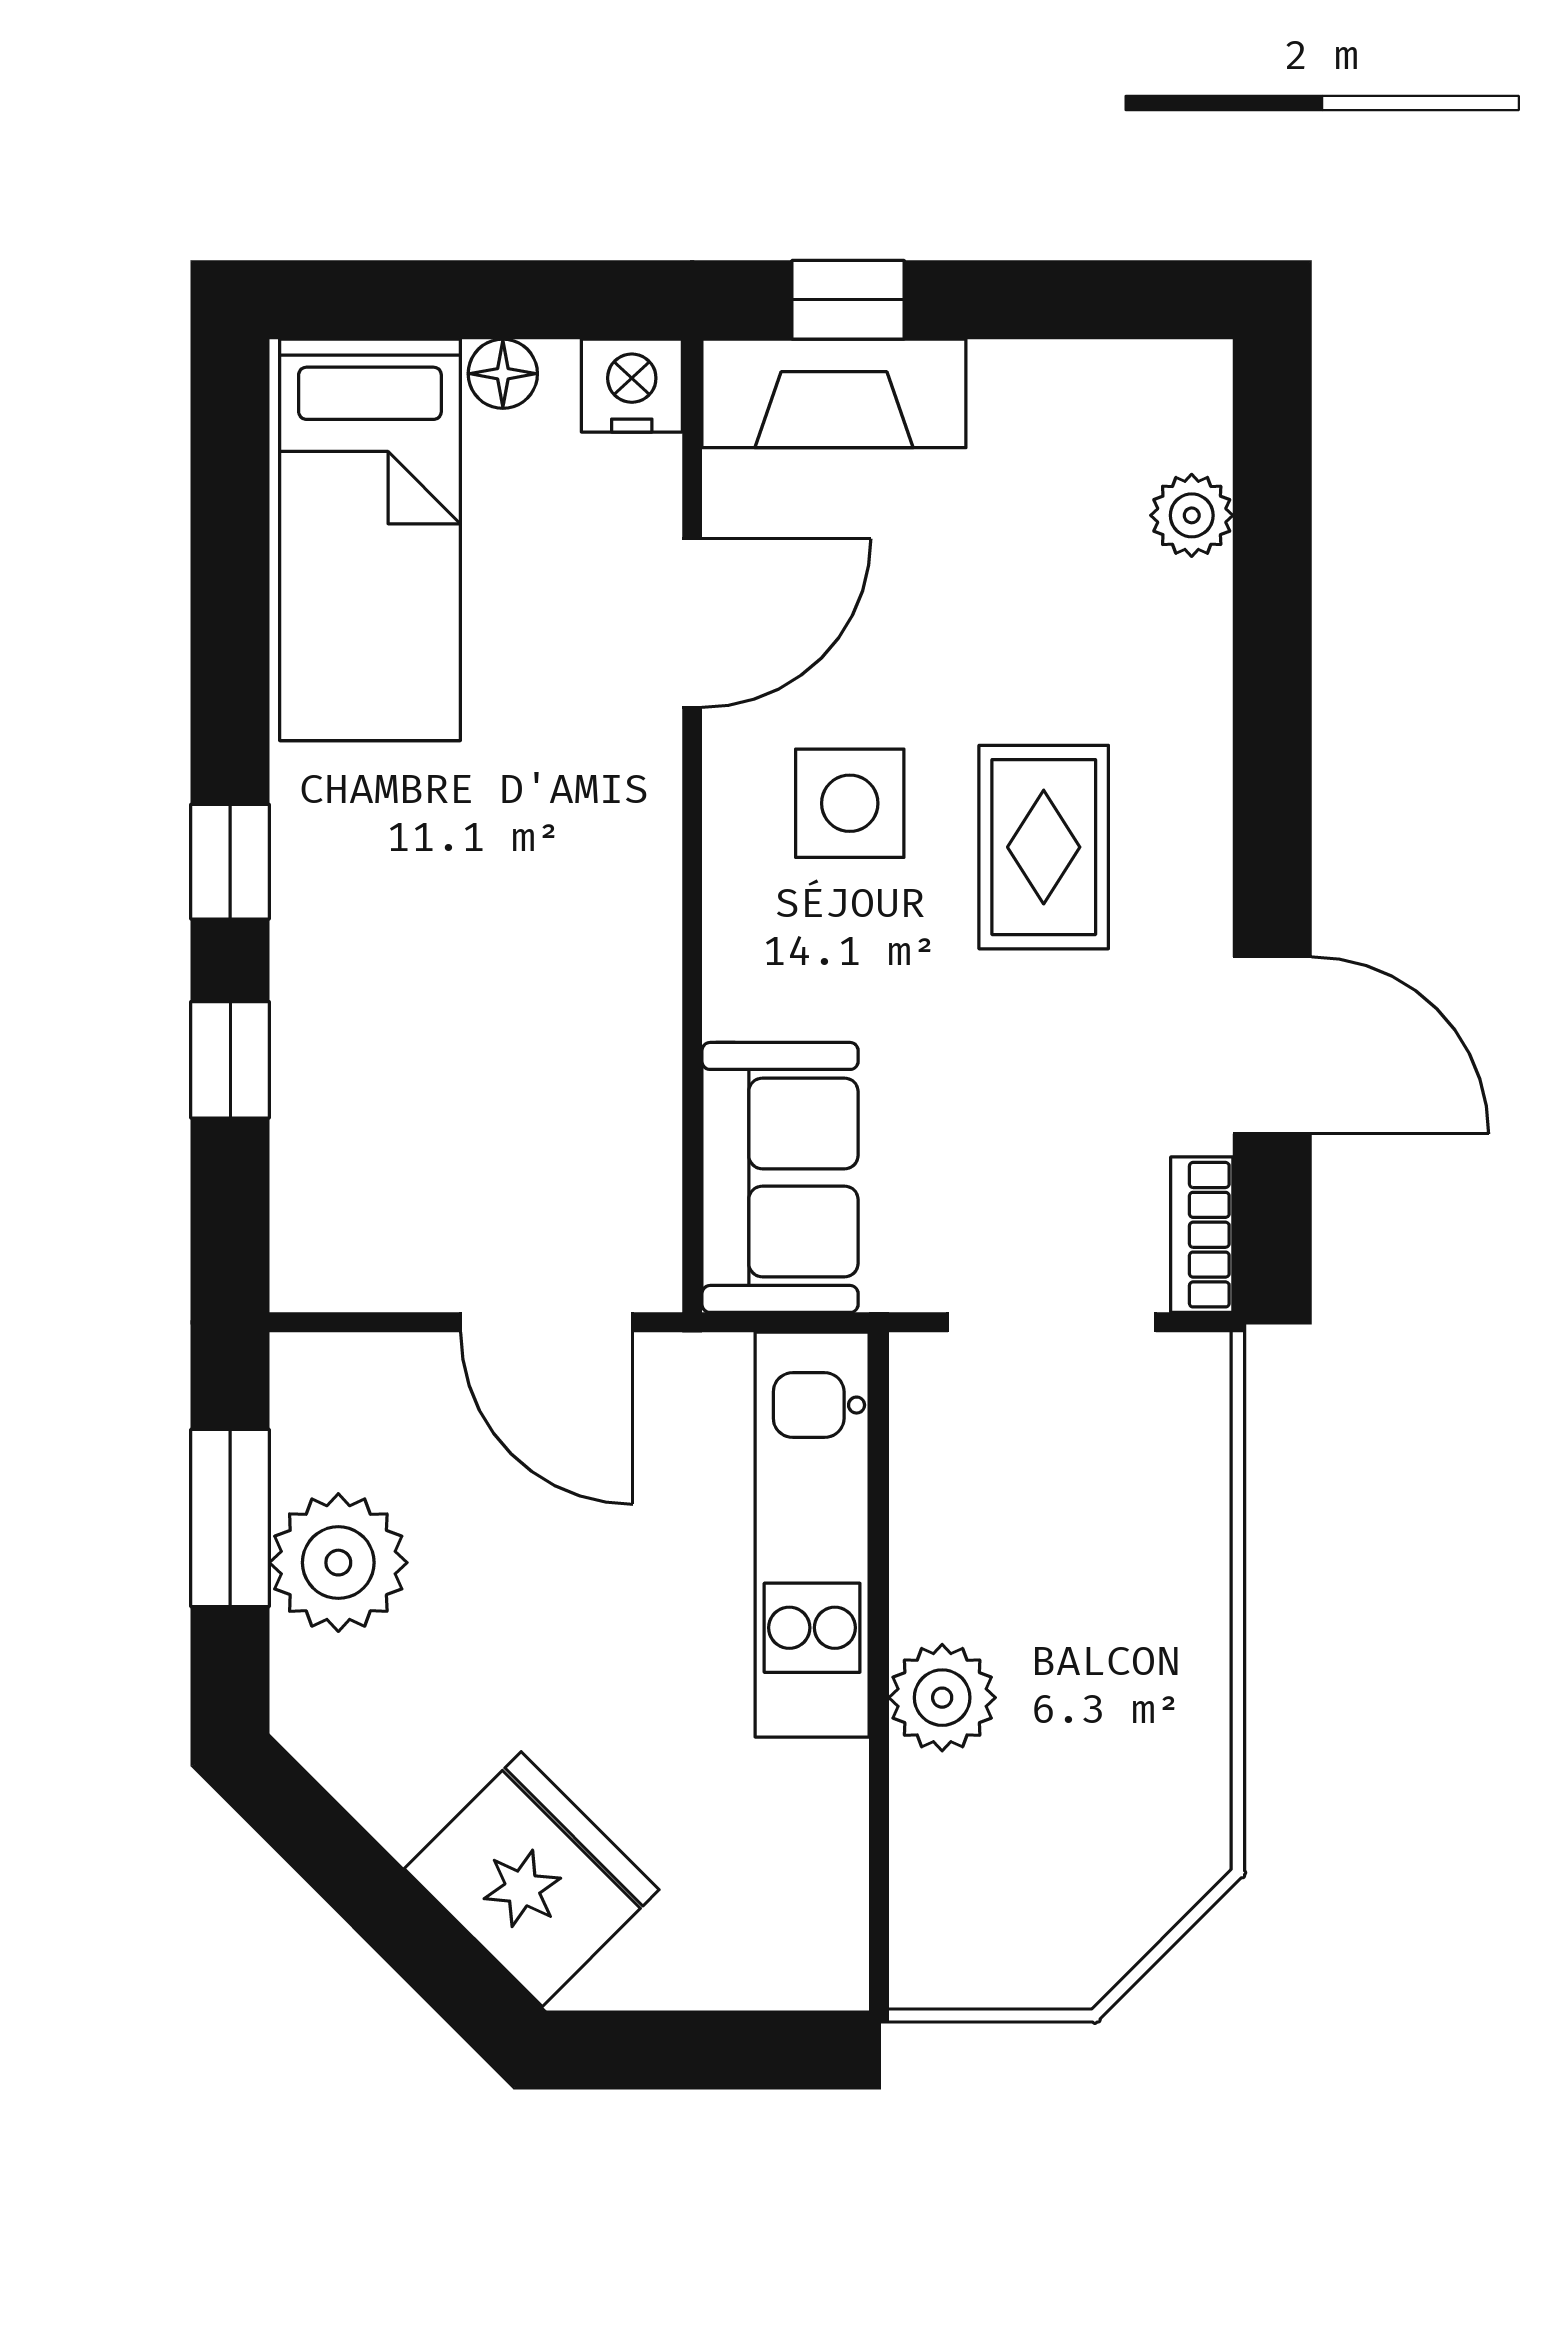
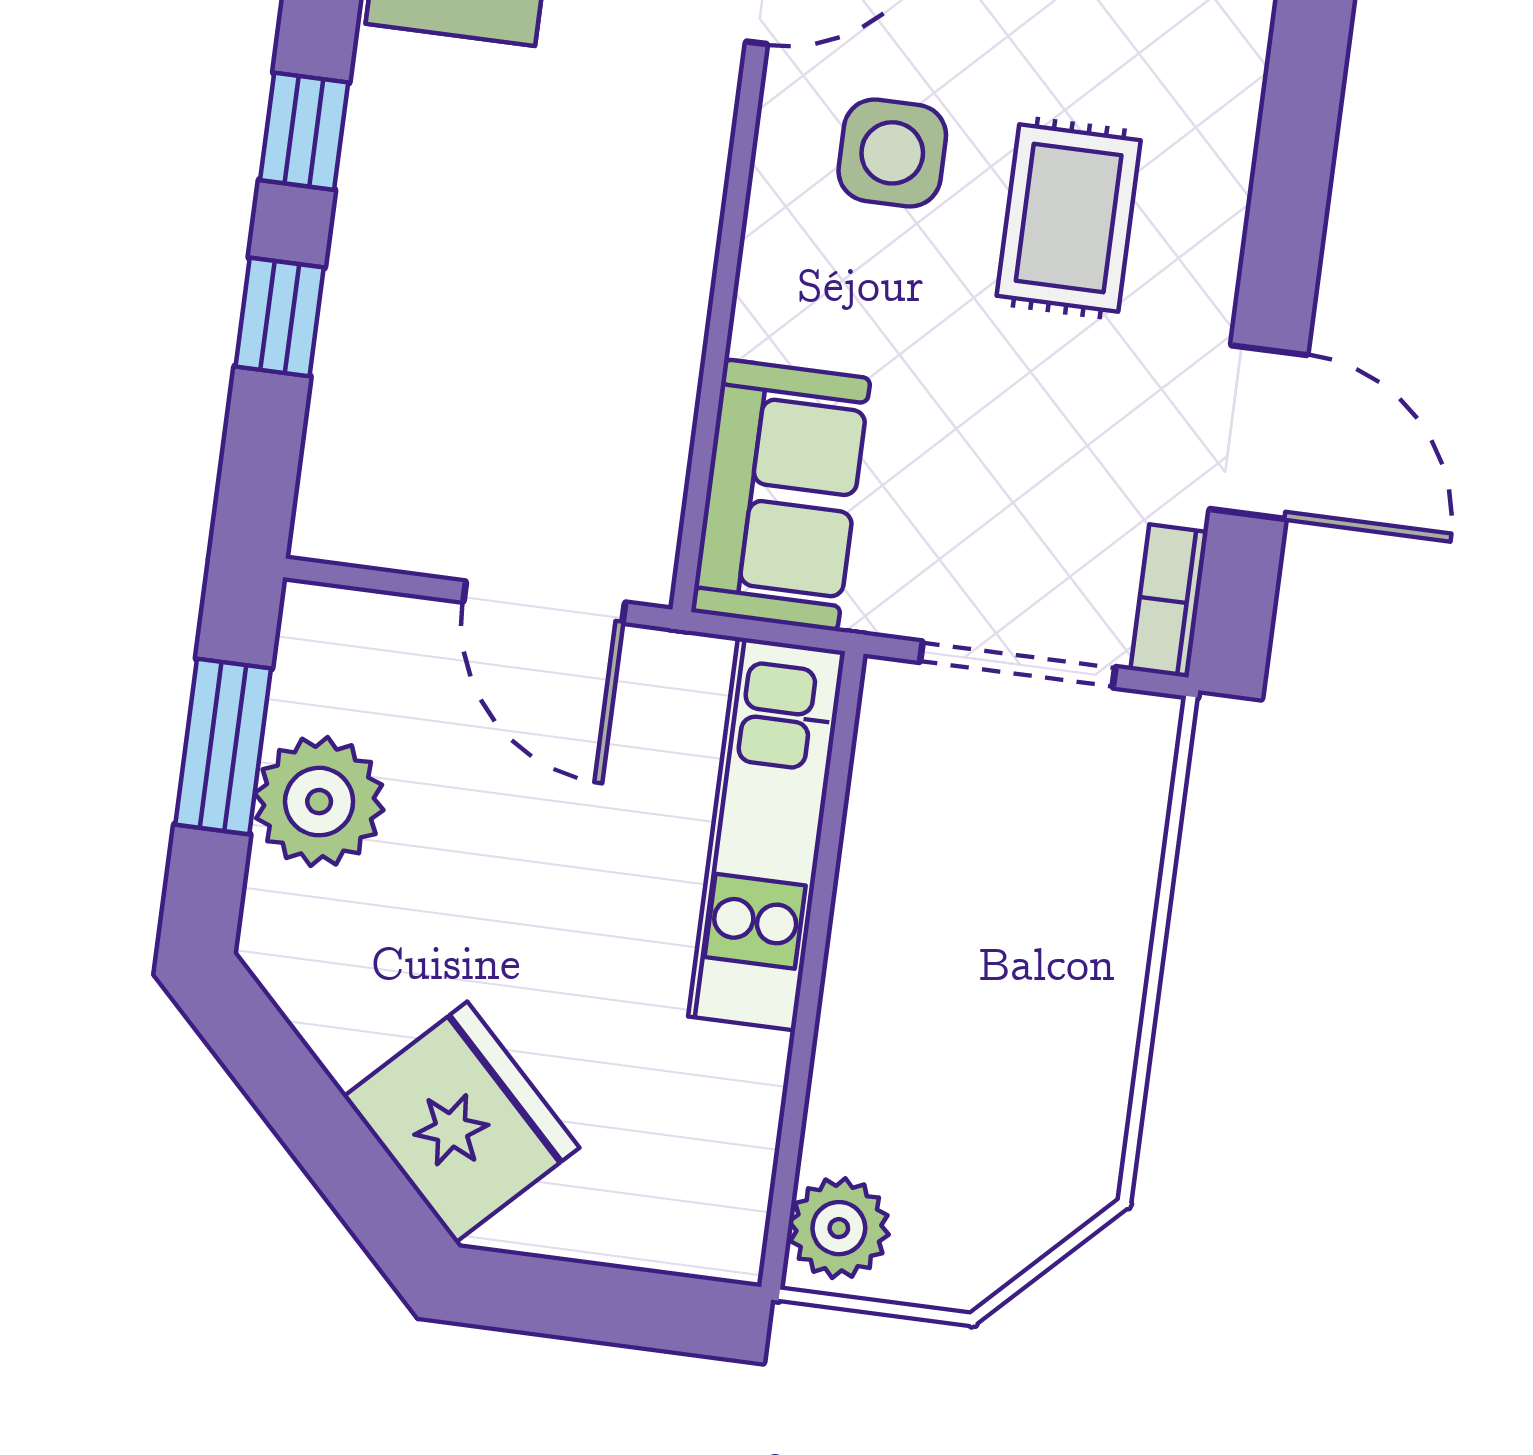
plant: (942, 1698) -> (839, 1228), moved

